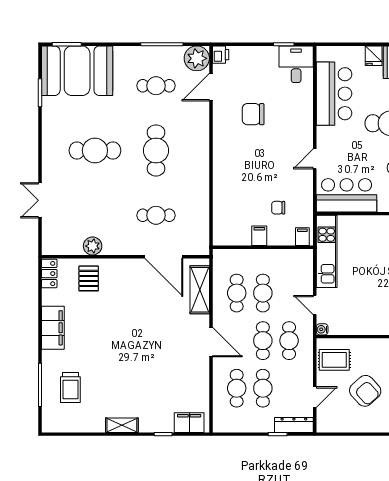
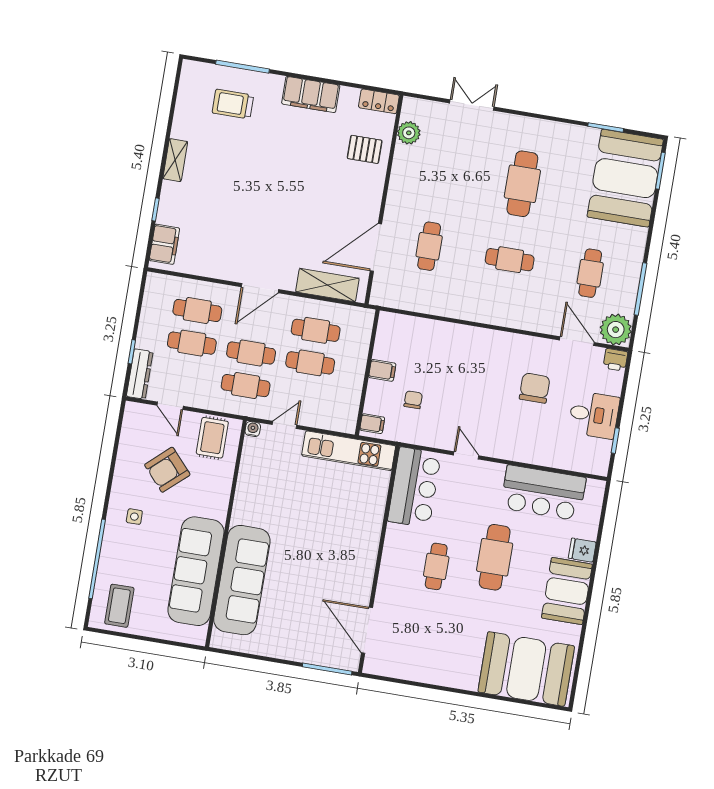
desk: (296, 64) -> (594, 415), moved
cafe table: (156, 150) -> (510, 260), width x0.73, depth x0.74
plant: (93, 246) -> (409, 133), moved

